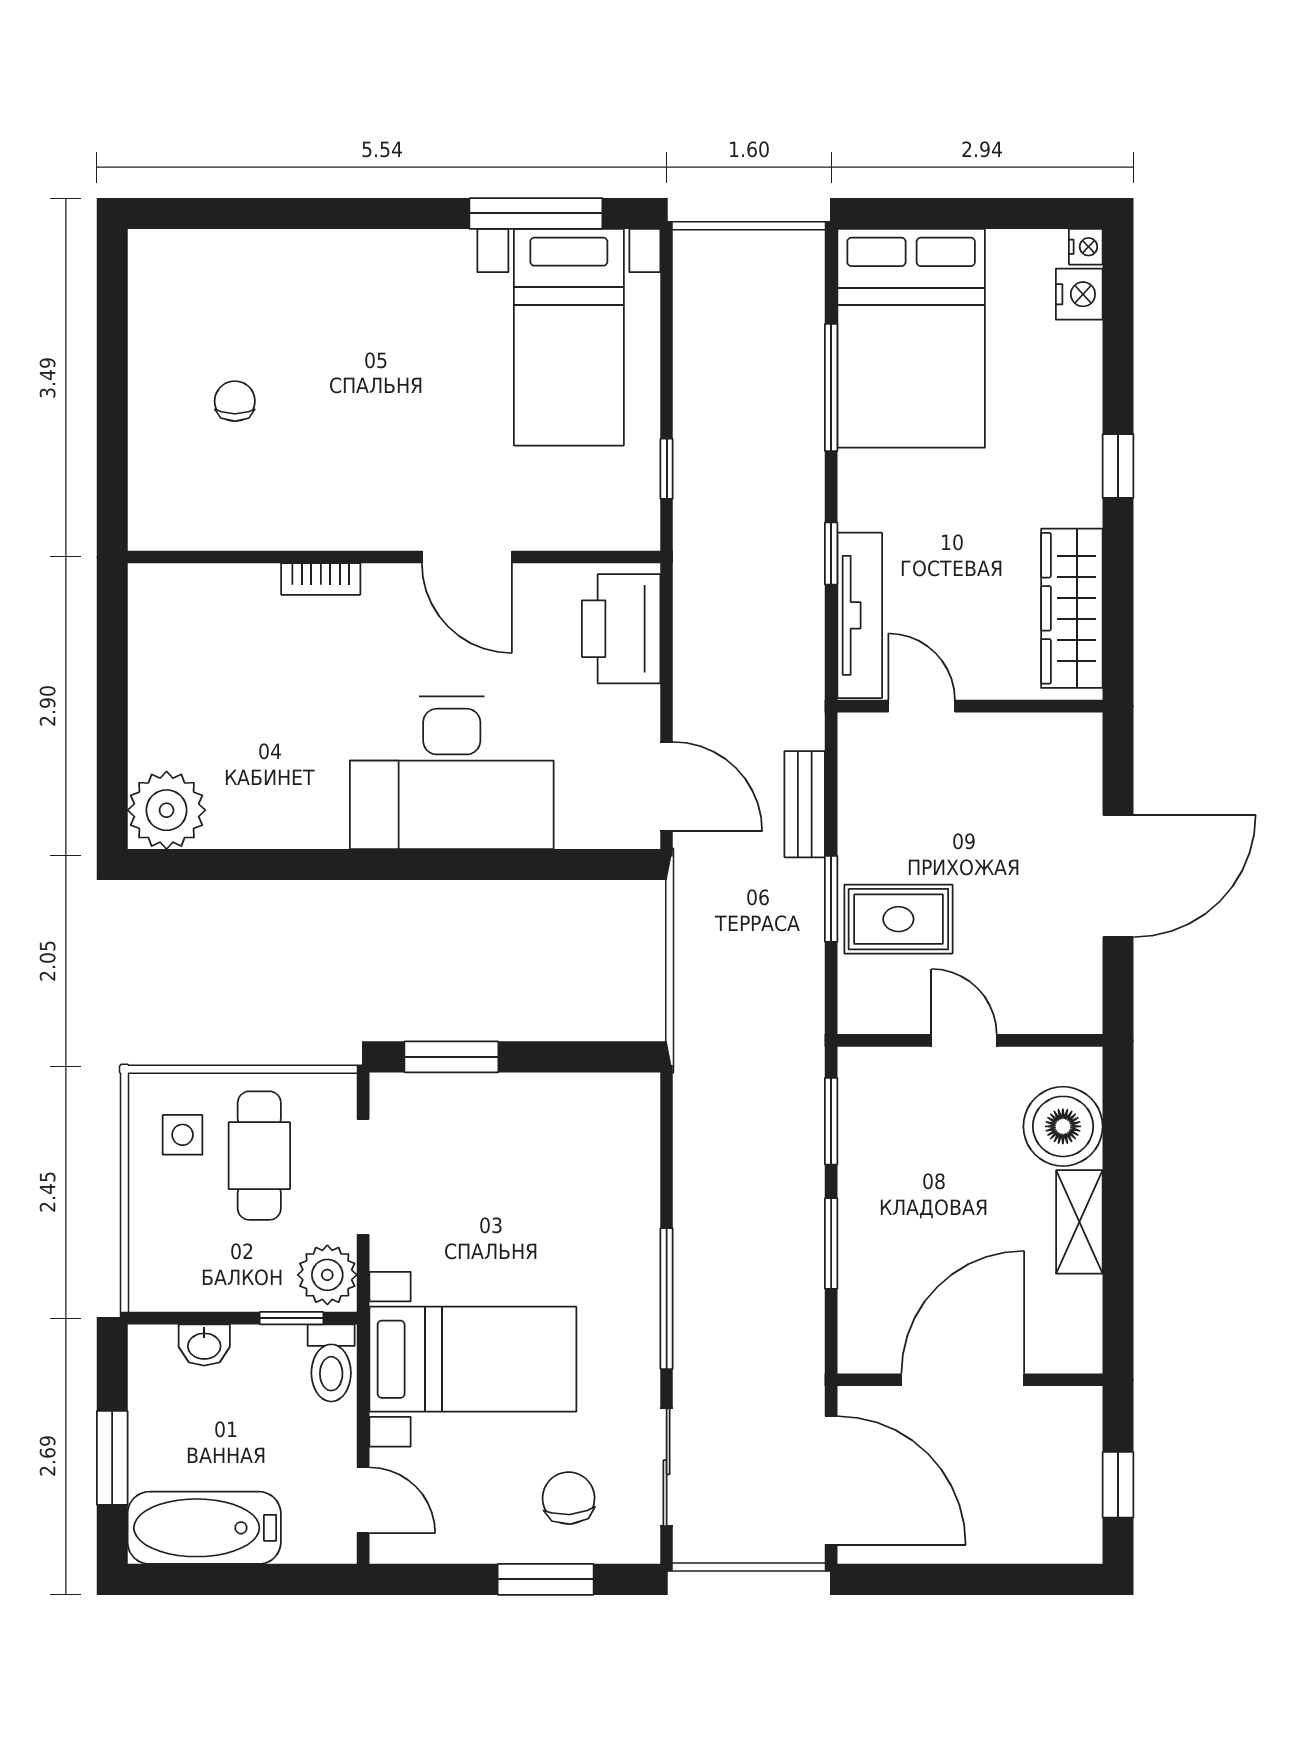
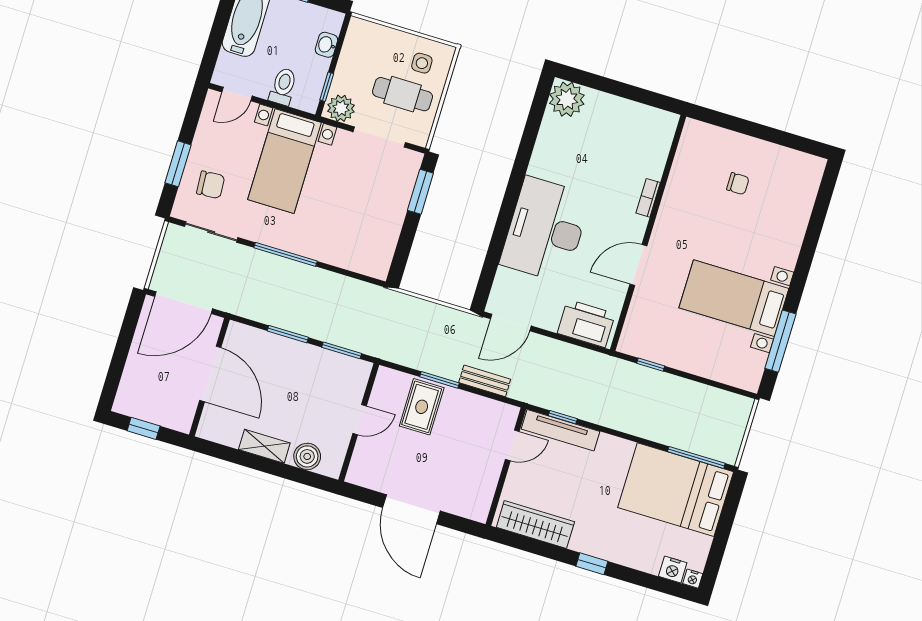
bed with nightstands: (569, 337) -> (734, 298), moved
window: (831, 387) -> (696, 457), moved
window: (831, 554) -> (563, 417), moved
boiler: (1063, 1126) -> (307, 456), width x0.73, depth x0.73
toilet: (331, 1363) -> (283, 86), moved, turned 90

